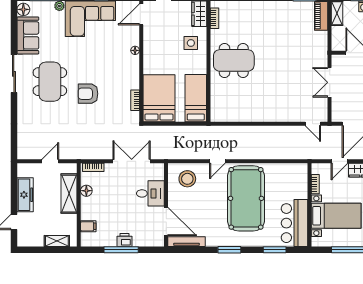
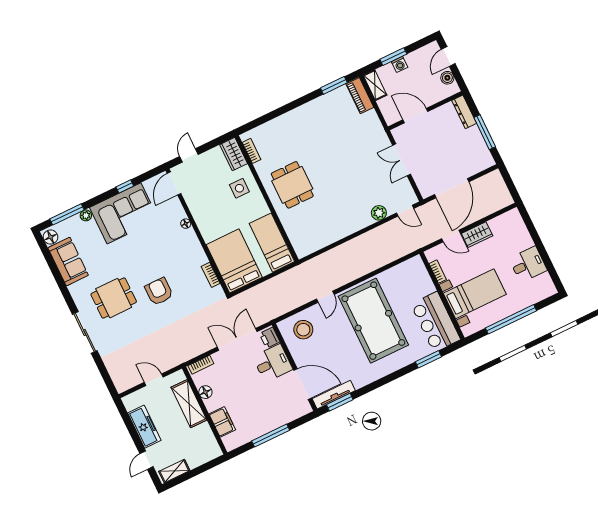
dining table: (234, 60) -> (292, 185), width x0.73
sliding door: (14, 74) -> (85, 332), moved
dining table: (50, 82) -> (114, 298), width x0.73
armchair: (88, 94) -> (159, 292), turned 90
plant: (291, 116) -> (379, 213), added
door: (50, 161) -> (154, 380), hinge flipped
door: (339, 161) -> (451, 236), hinge flipped
filing cabinet: (88, 226) -> (222, 422), width x2.00
printer: (125, 240) -> (270, 338), moved, turned -90
shelving: (57, 241) -> (174, 471), moved
window: (229, 250) -> (340, 402), moved

